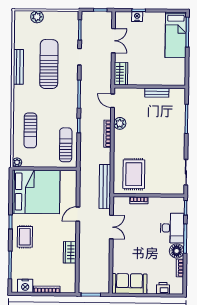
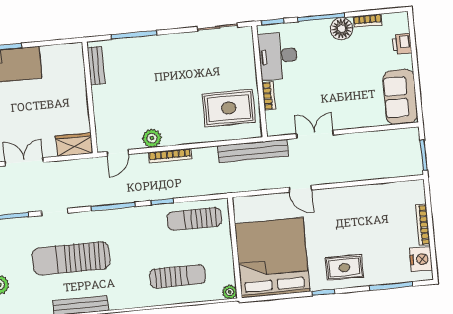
bench: (157, 93) -> (96, 65), moved
desk: (172, 228) -> (278, 56), moved, turned -90
wardrobe: (70, 252) -> (361, 195), removed

